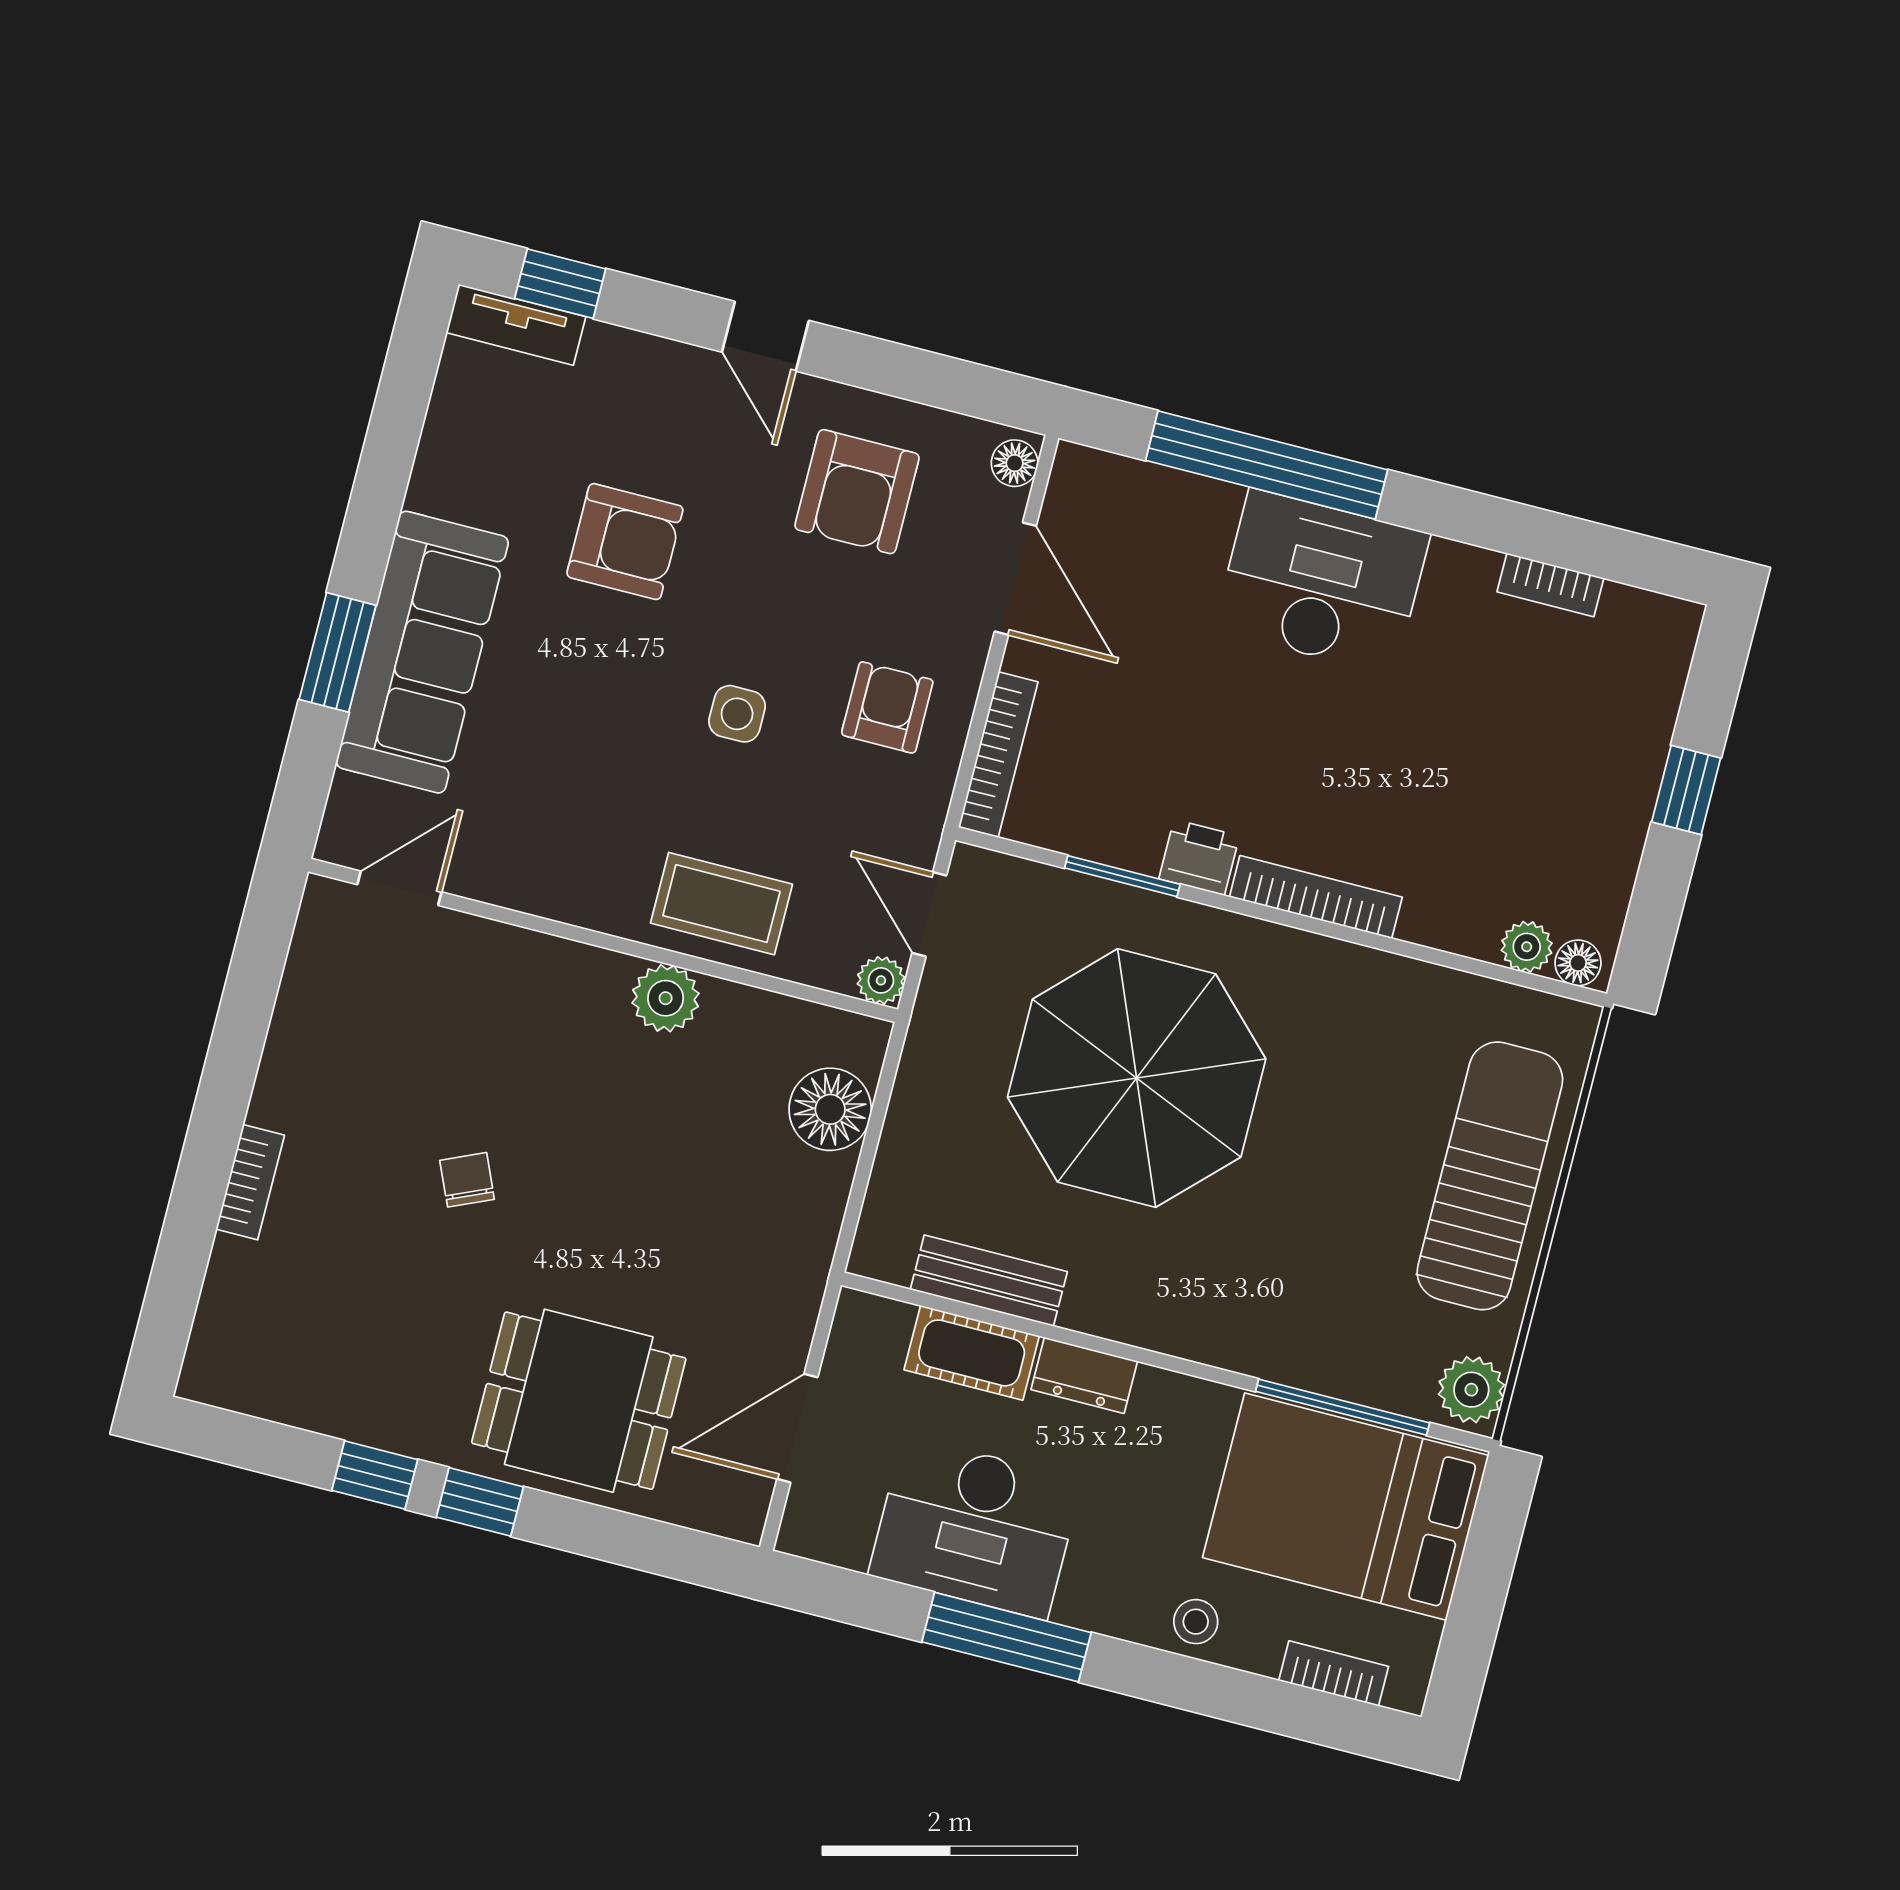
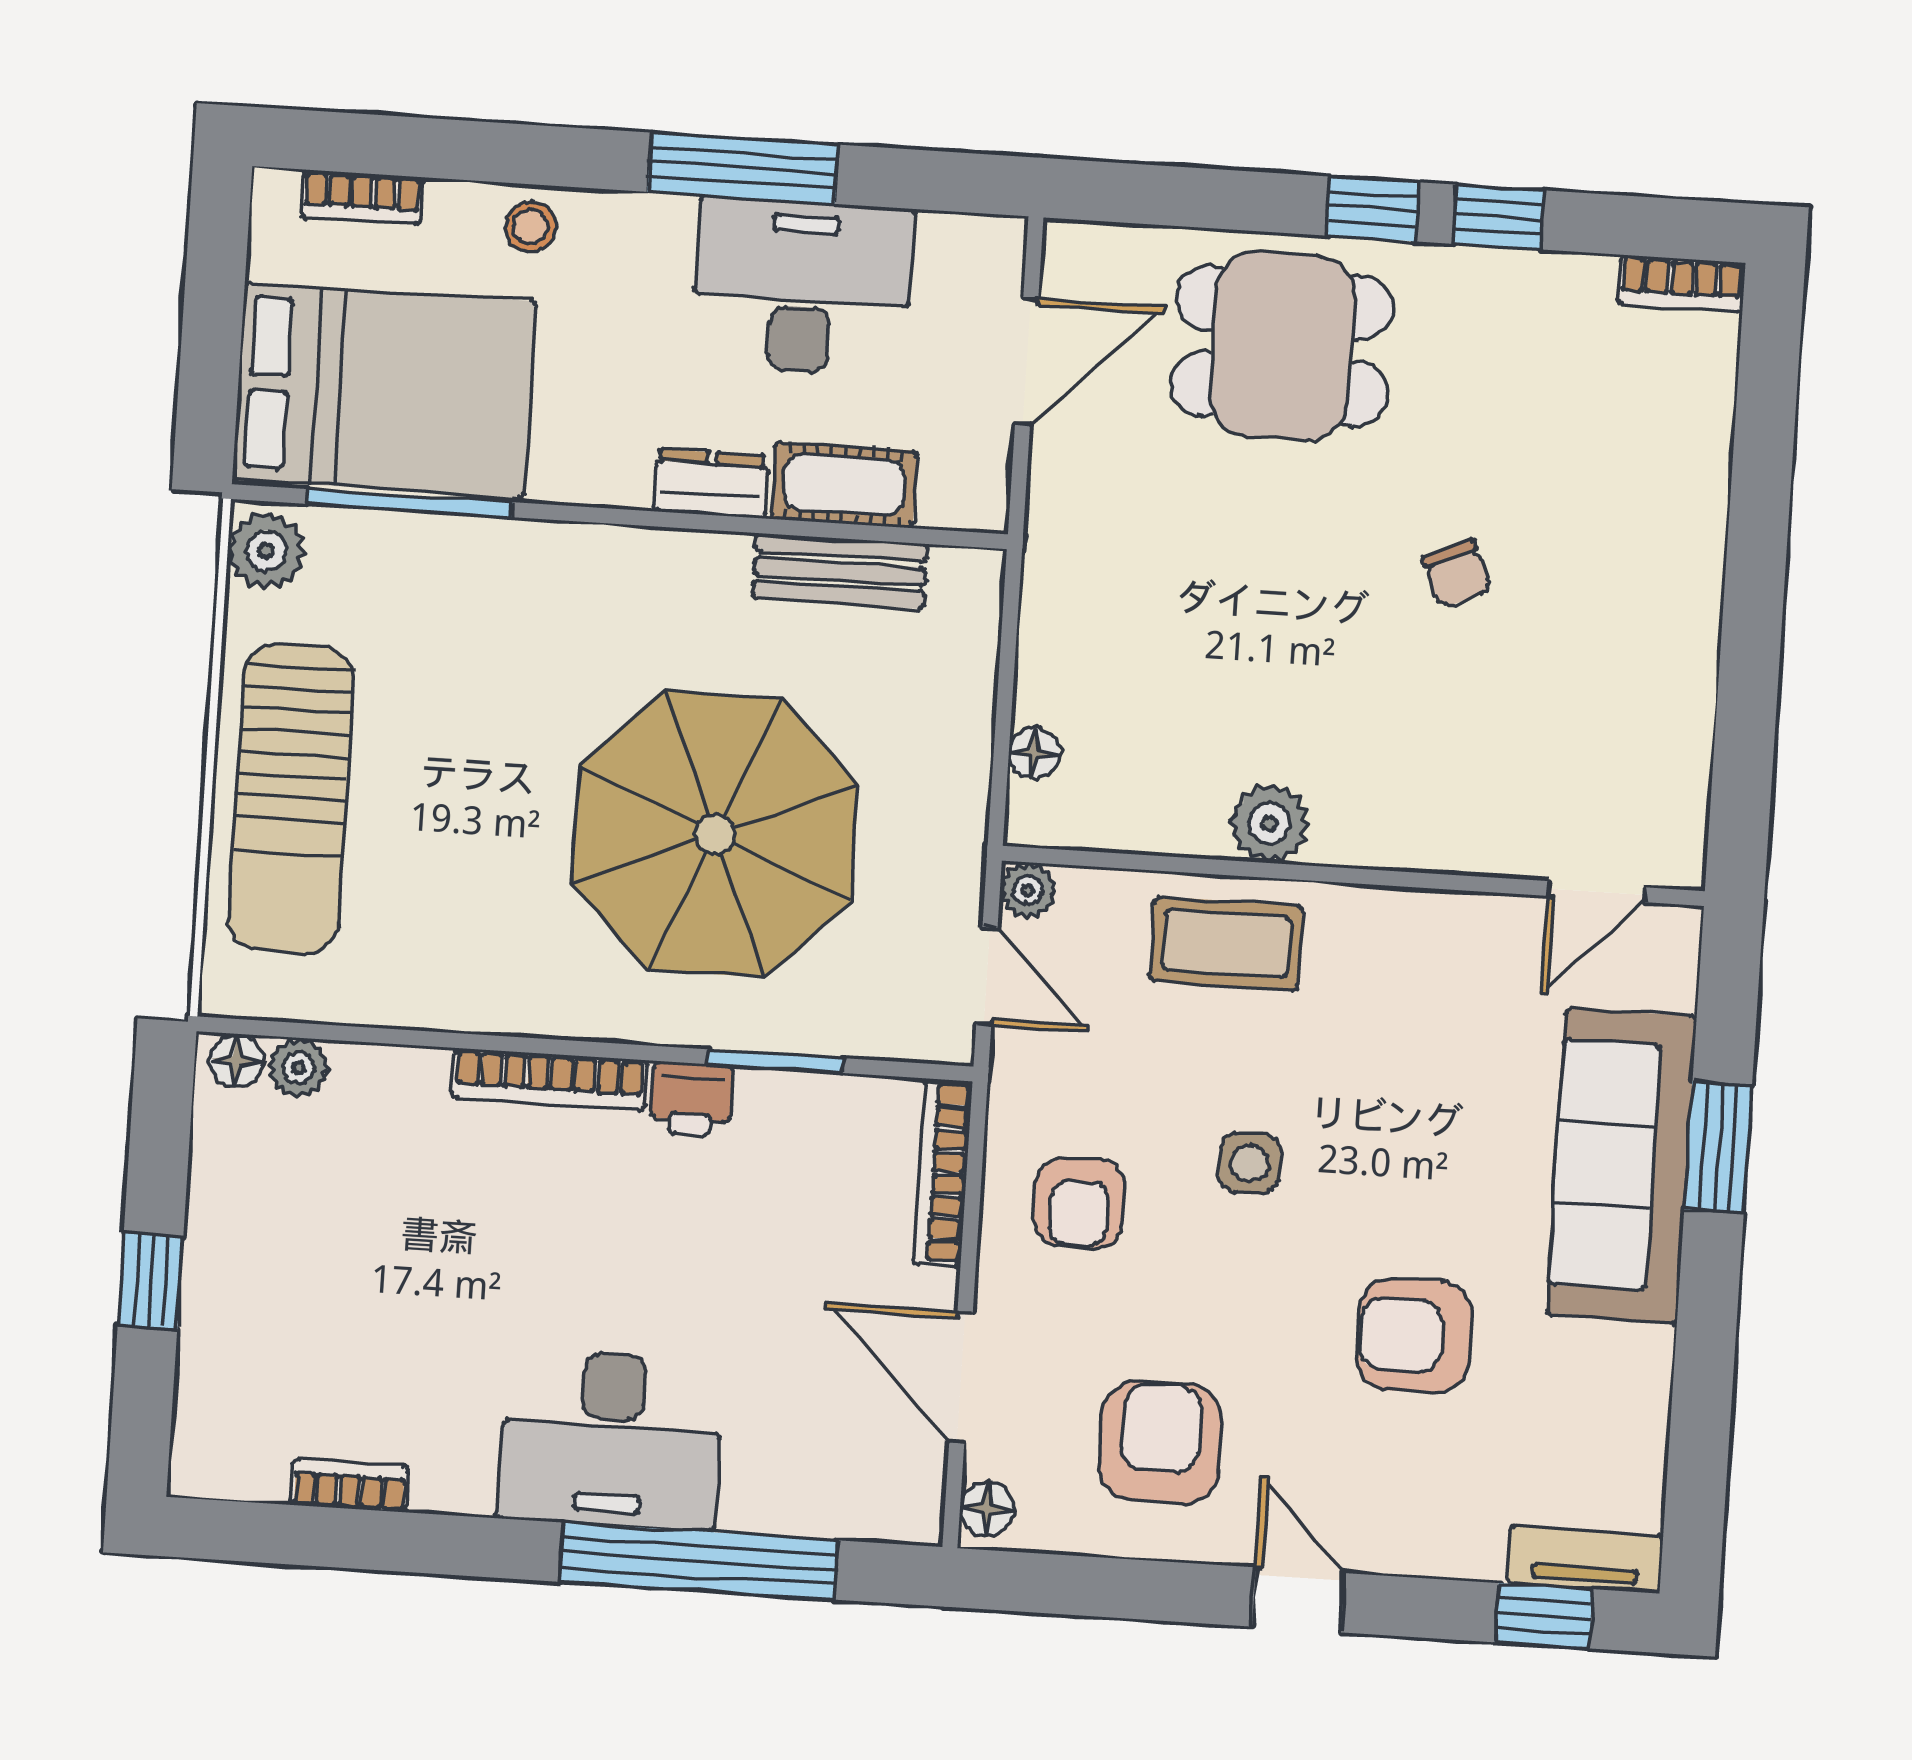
floor lamp: (830, 1109) -> (1034, 753), width x0.53, depth x0.53
bookcase: (250, 1182) -> (1681, 284), moved, turned -90

